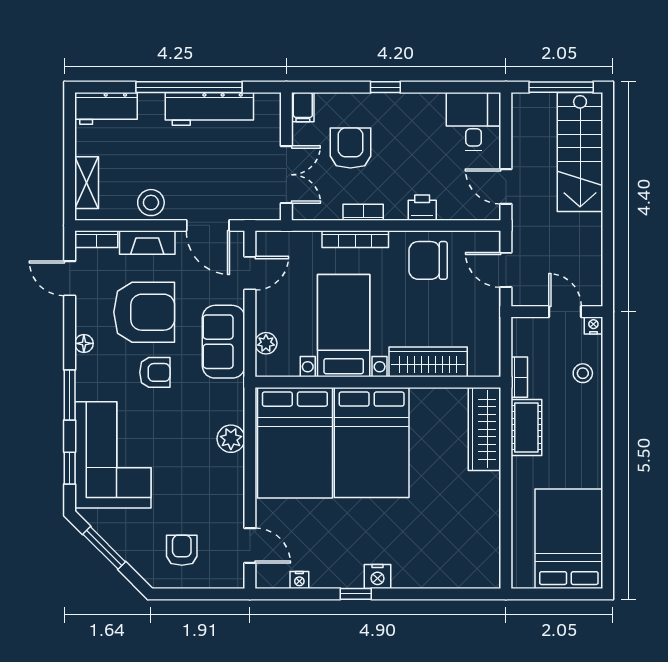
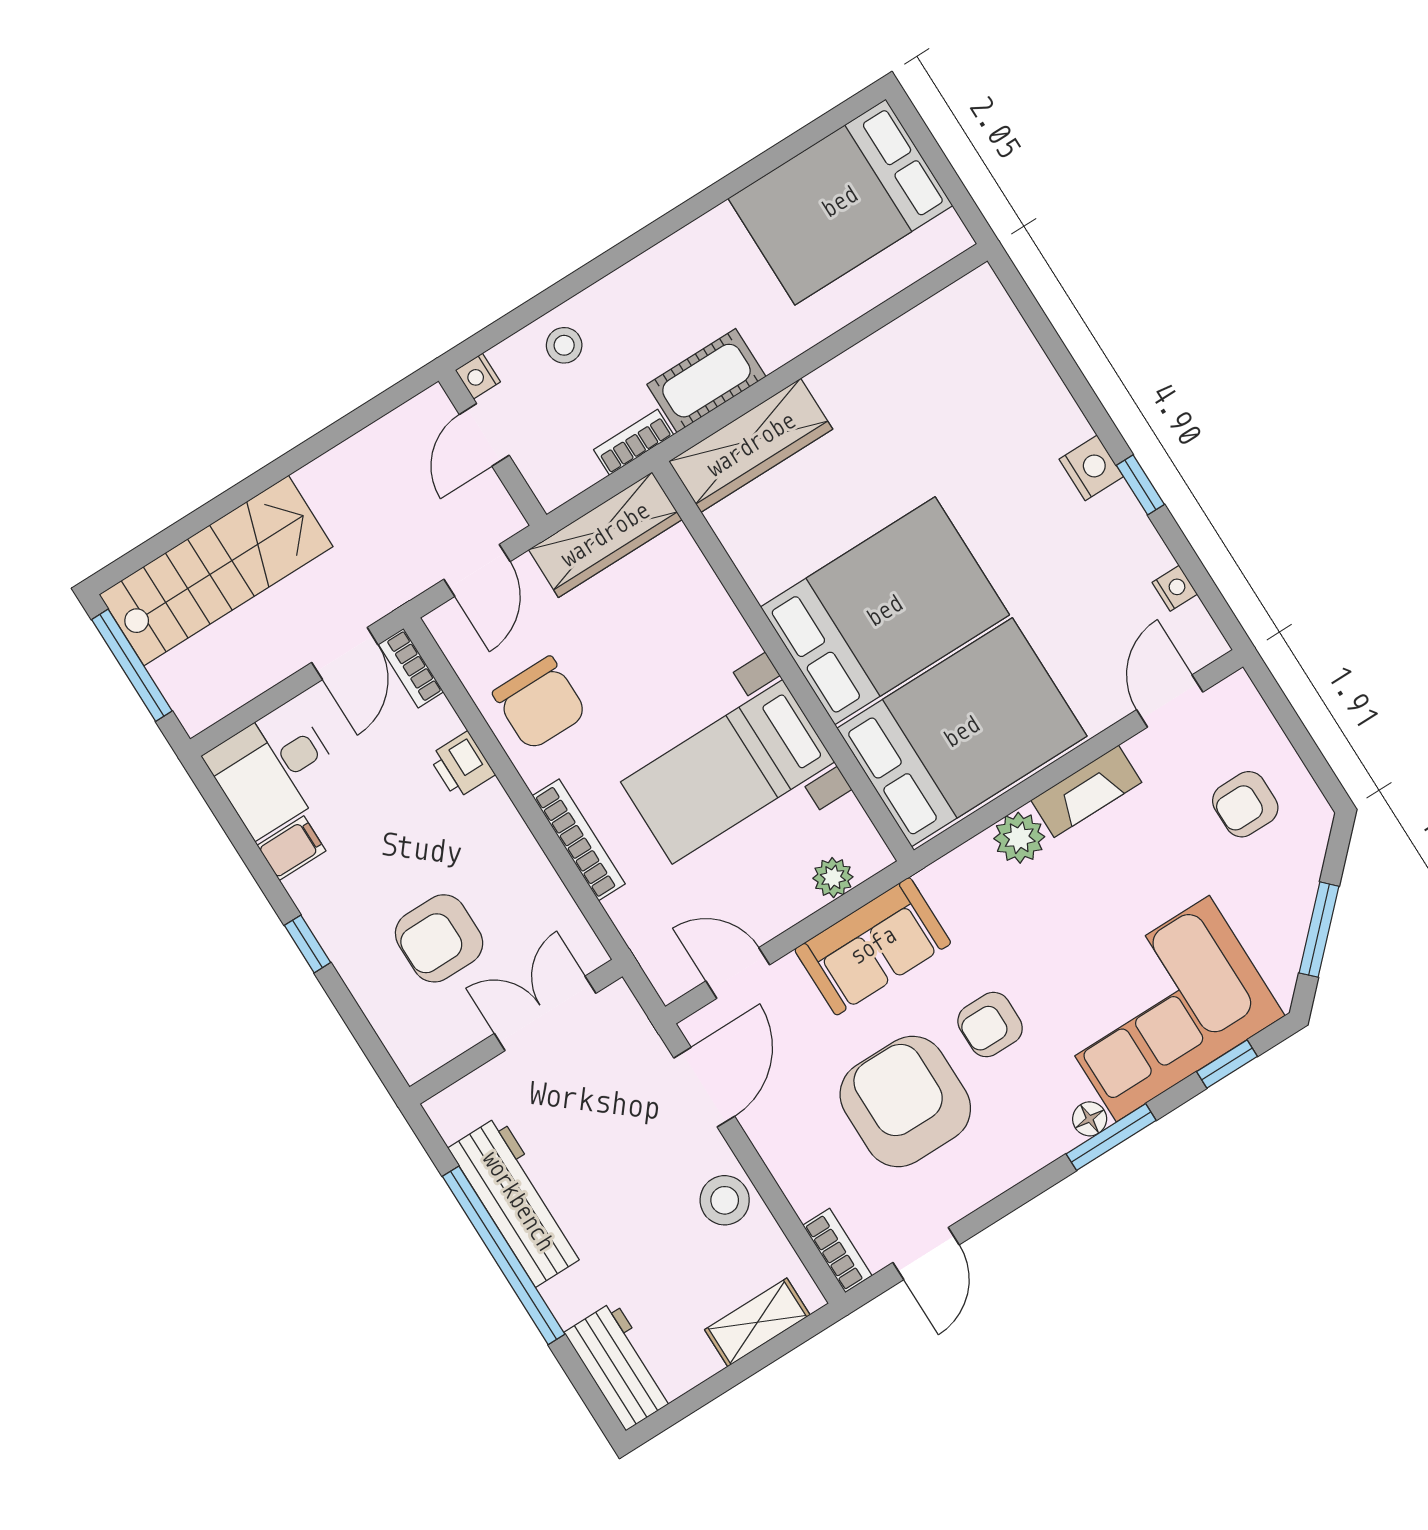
filing cabinet: (303, 107) -> (291, 848), moved
bookcase: (363, 212) -> (411, 668), moved
fireplace: (147, 243) -> (1086, 791), moved, turned 90
floor lamp: (84, 343) -> (1090, 1119), moved
wardrobe: (428, 362) -> (605, 535), moved, turned -90
armchair: (155, 372) -> (990, 1025), turned -90

